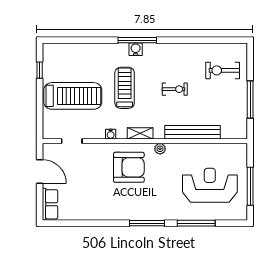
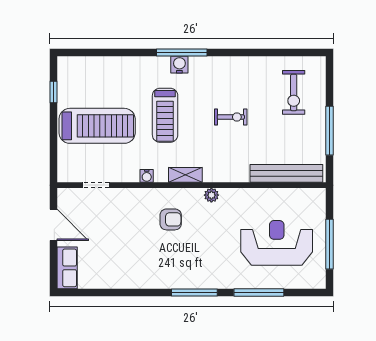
exercise bike: (223, 70) -> (294, 92), turned -90
treadmill: (125, 88) -> (165, 115), turned 180
bench: (193, 132) -> (286, 173), moved
armchair: (129, 167) -> (171, 219), width x0.53, depth x0.53

